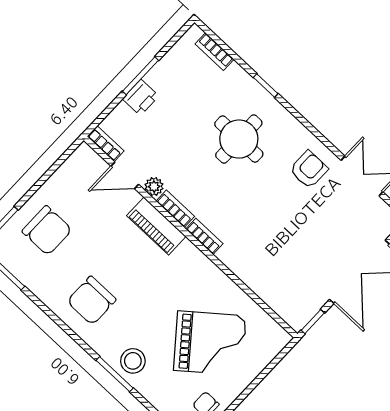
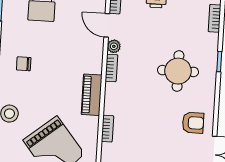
piano: (156, 226) -> (92, 95), moved
bookcase: (204, 236) -> (108, 129), moved
chair: (91, 300) -> (24, 64), width x0.54, depth x0.54

